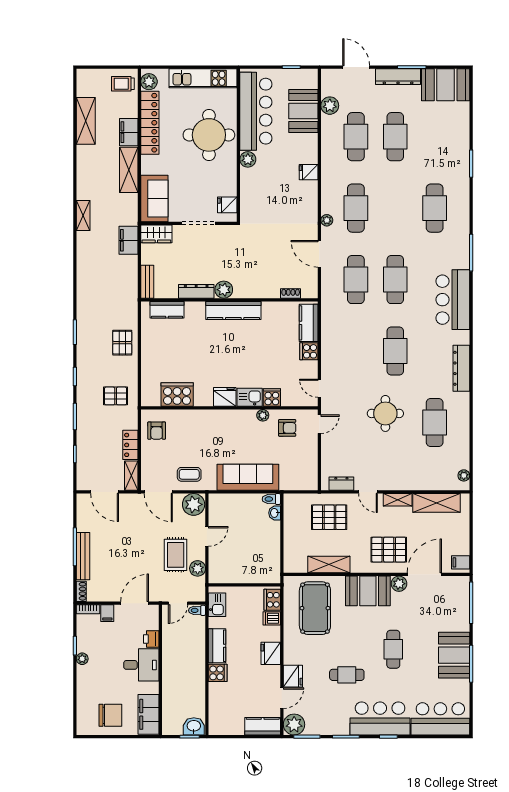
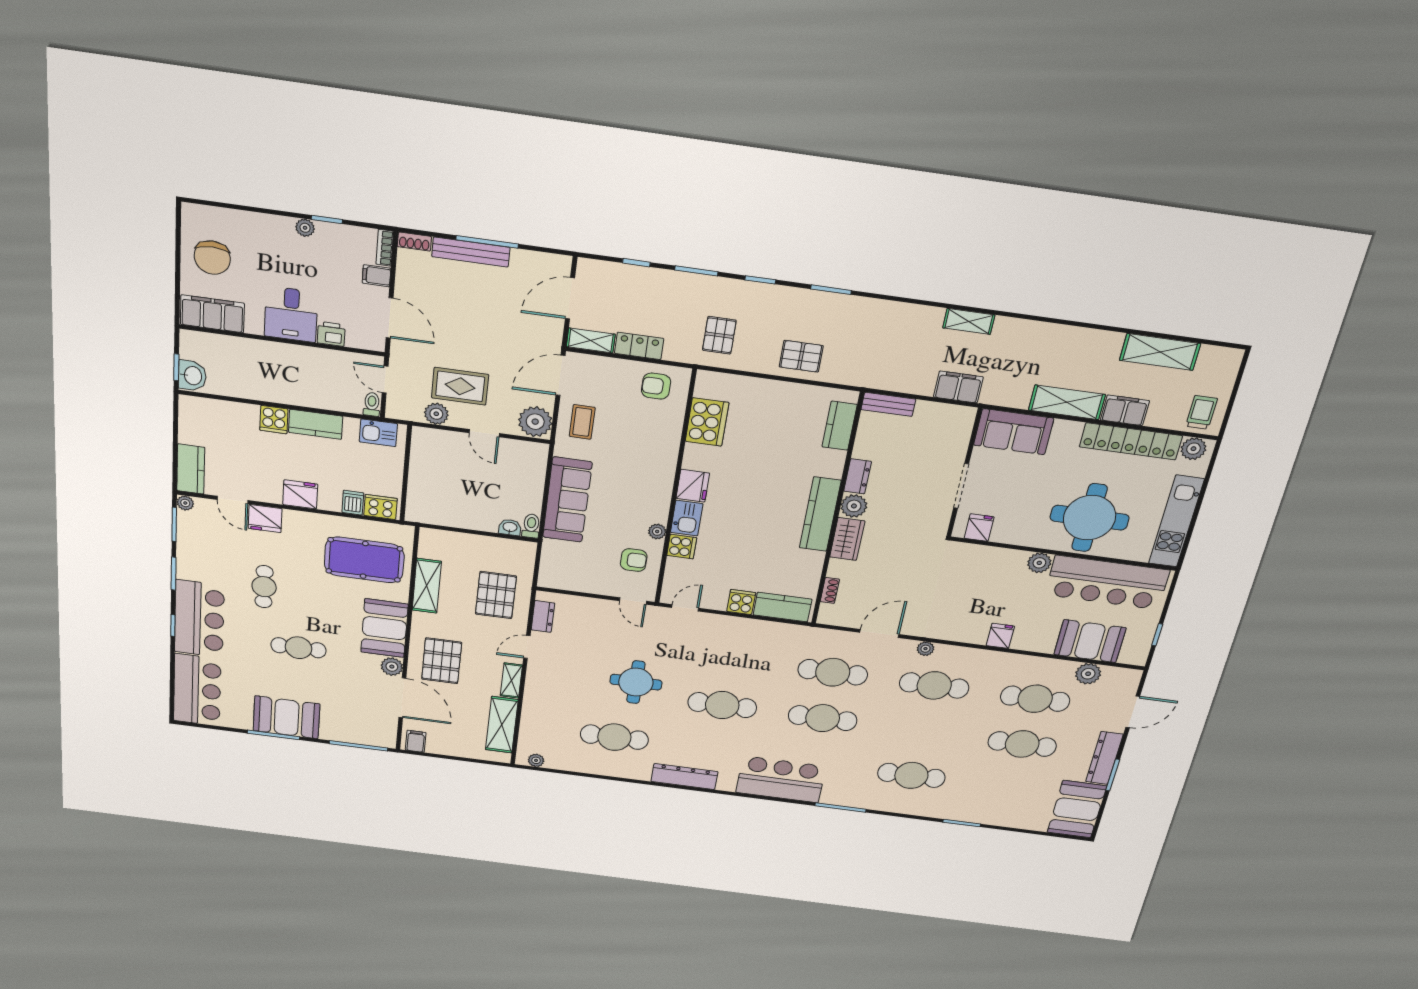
shelving: (83, 216) -> (969, 321), moved
wardrobe: (156, 234) -> (847, 539), moved, turned 180
dresser: (196, 291) -> (858, 476), width x0.70
armchair: (287, 428) -> (634, 560), turned -90
plant: (294, 724) -> (185, 503), width x0.53, depth x0.53

